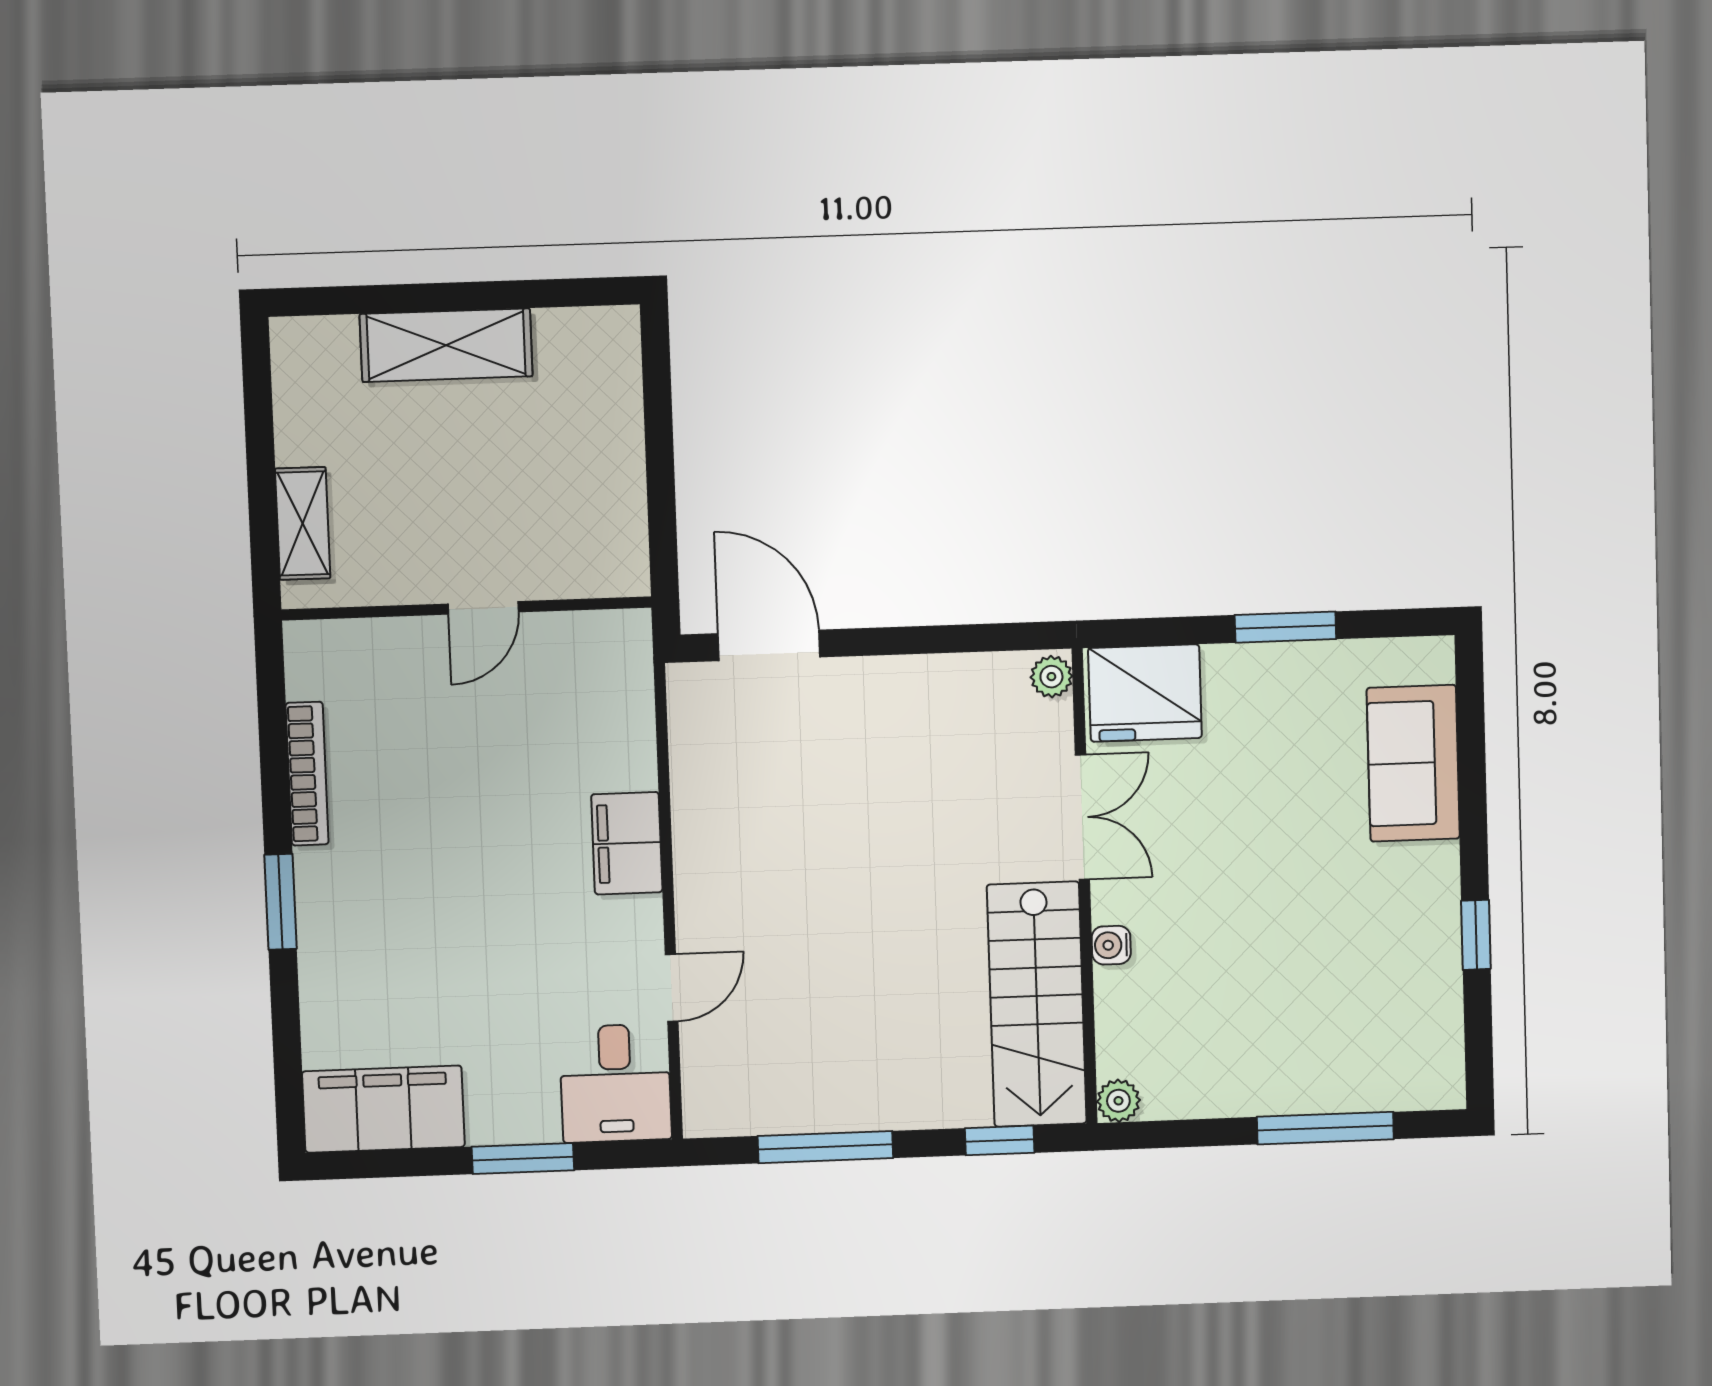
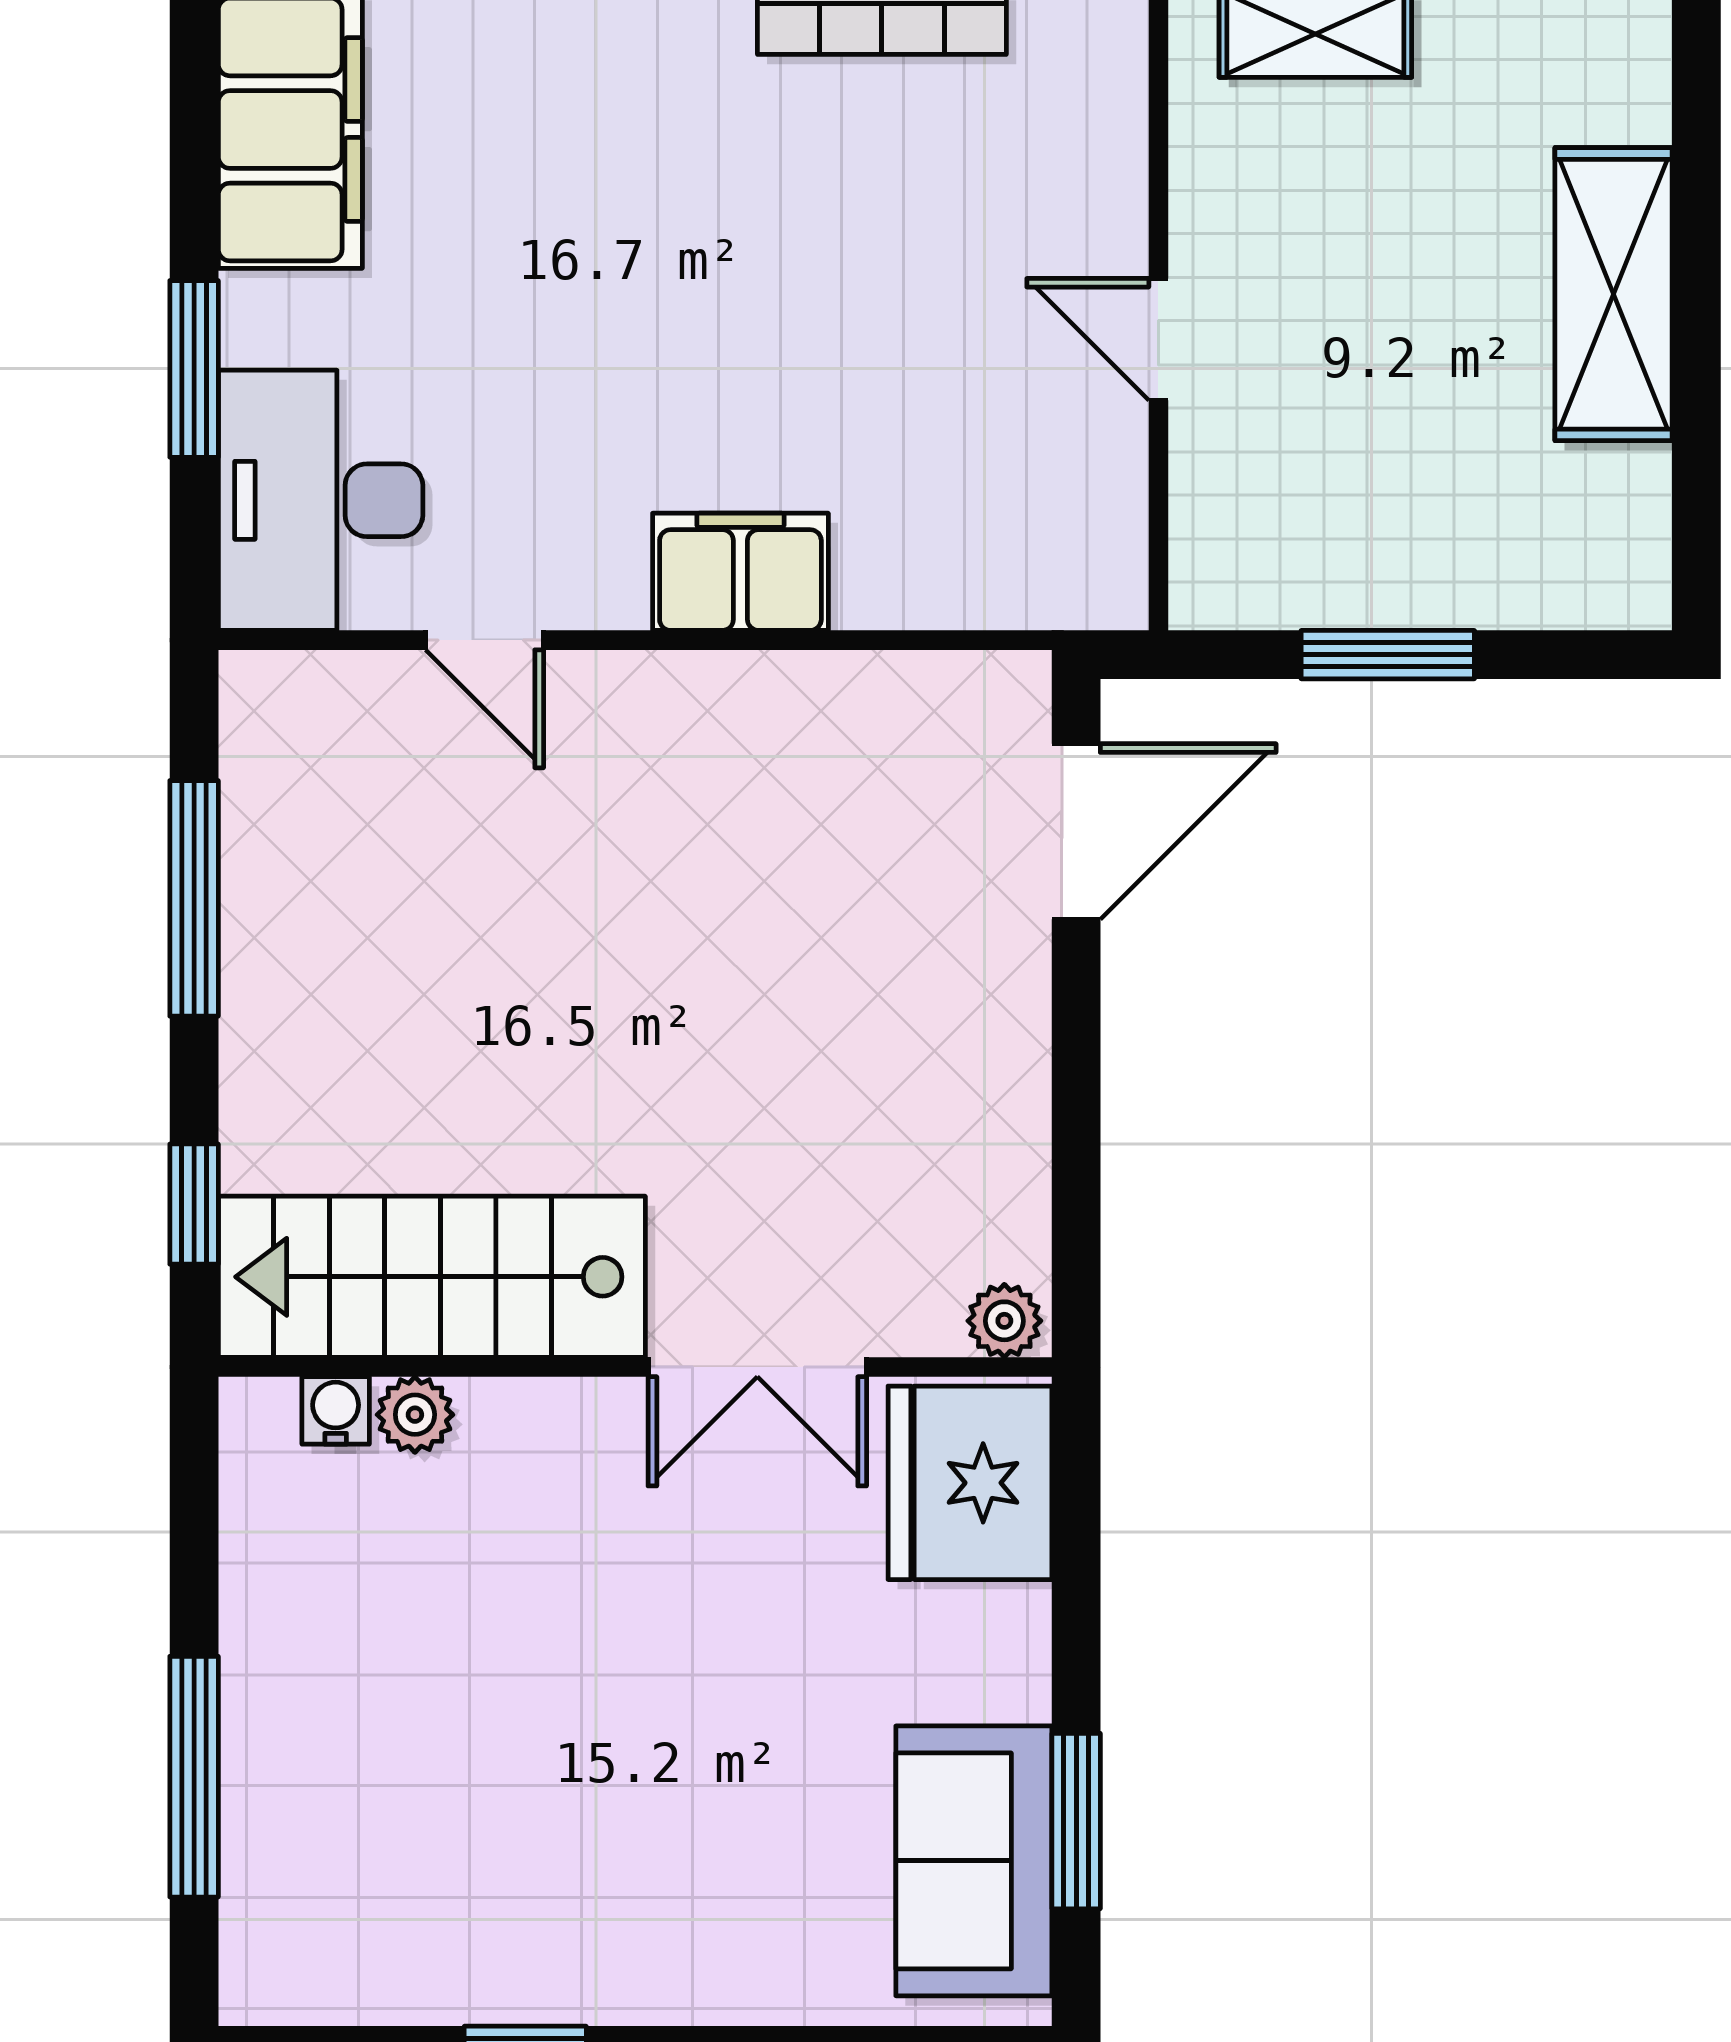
window: (660, 469) -> (1388, 655), added
window: (1285, 627) -> (1076, 1821), moved
sofa: (1413, 763) -> (974, 1861), moved, turned -90
water cooler: (1111, 945) -> (336, 1410), moved
desk: (615, 1083) -> (321, 500), width x1.37
plant: (1118, 1101) -> (415, 1415), moved

